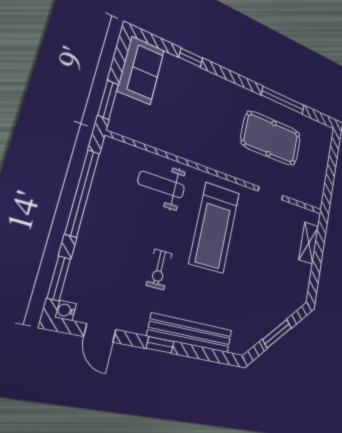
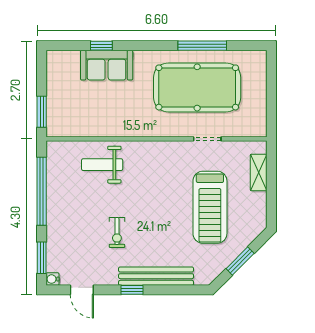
sofa: (141, 70) -> (107, 65), moved, turned 90
pool table: (271, 138) -> (197, 87), width x1.36, depth x1.32
treadmill: (214, 228) -> (210, 207), moved

